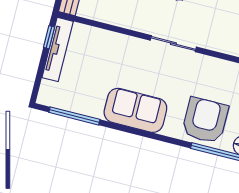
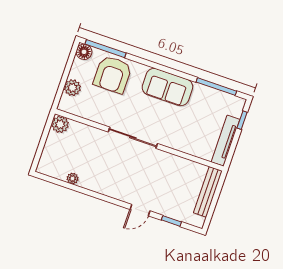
window: (49, 37) -> (242, 120), moved
sliding door: (173, 44) -> (133, 138), width x1.37

